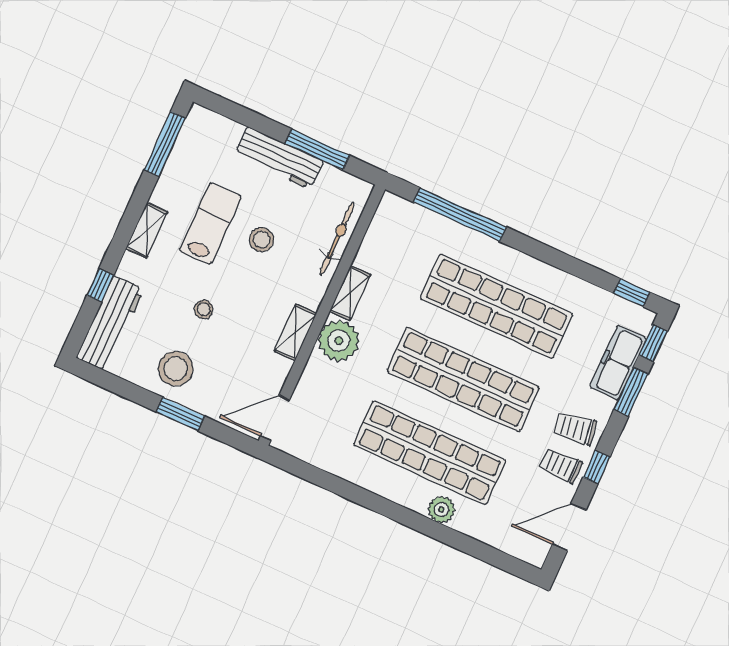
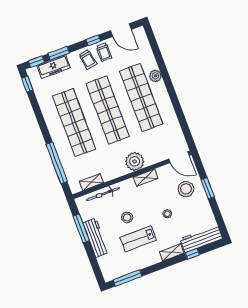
shelving: (147, 230) -> (172, 252), moved
shelving: (350, 293) -> (91, 182), moved
stool: (176, 369) -> (186, 189), moved

